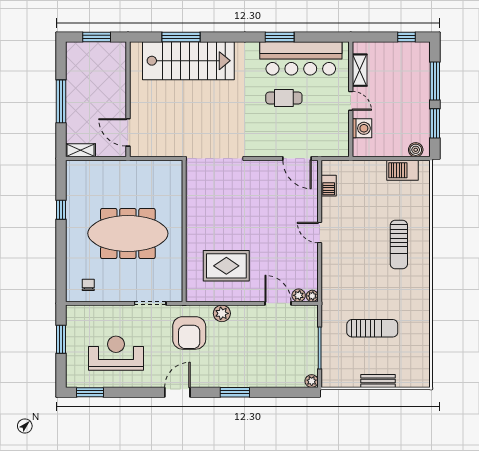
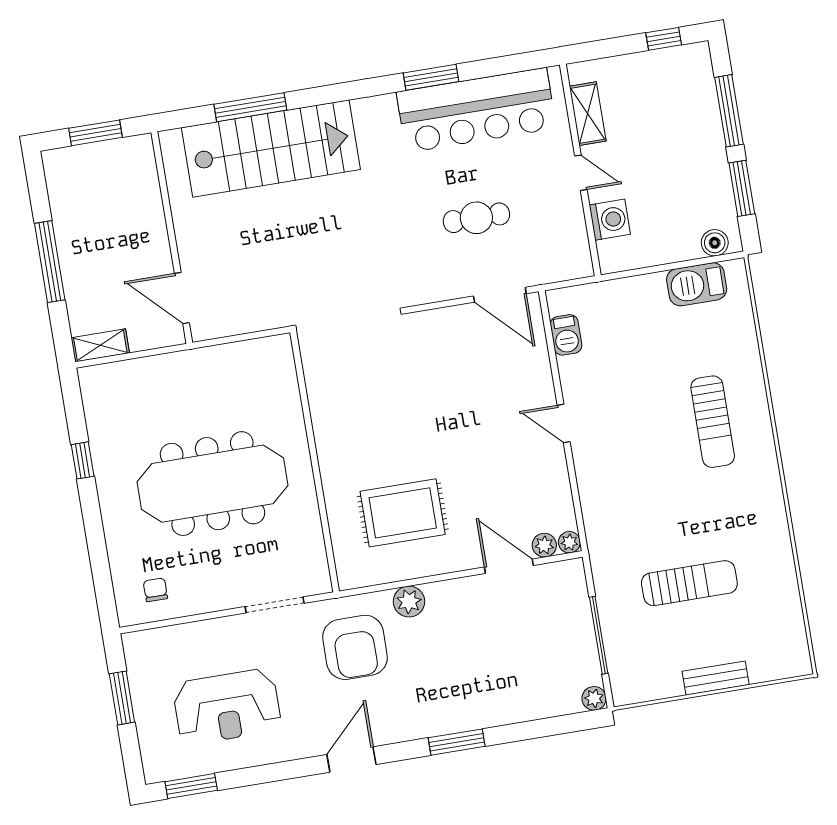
cafe table: (284, 98) -> (476, 218), moved
reception desk: (116, 353) -> (227, 707), turned 180

